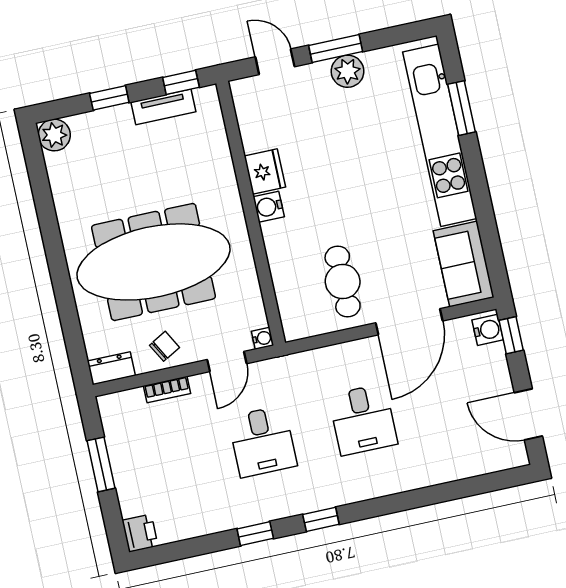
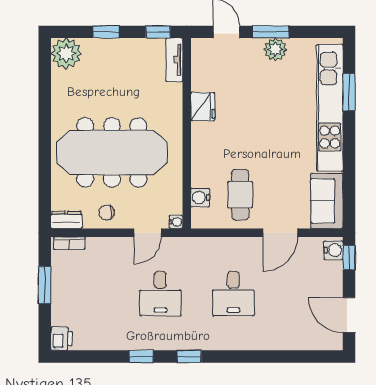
tv unit: (163, 107) -> (174, 60), moved, turned 90
plant: (54, 135) -> (66, 53), width x1.36, depth x1.36
water cooler: (269, 207) -> (200, 197), moved
door: (409, 322) -> (280, 233), width x0.73
chair: (164, 346) -> (107, 213), turned -151
bookcase: (167, 390) -> (70, 243), moved

